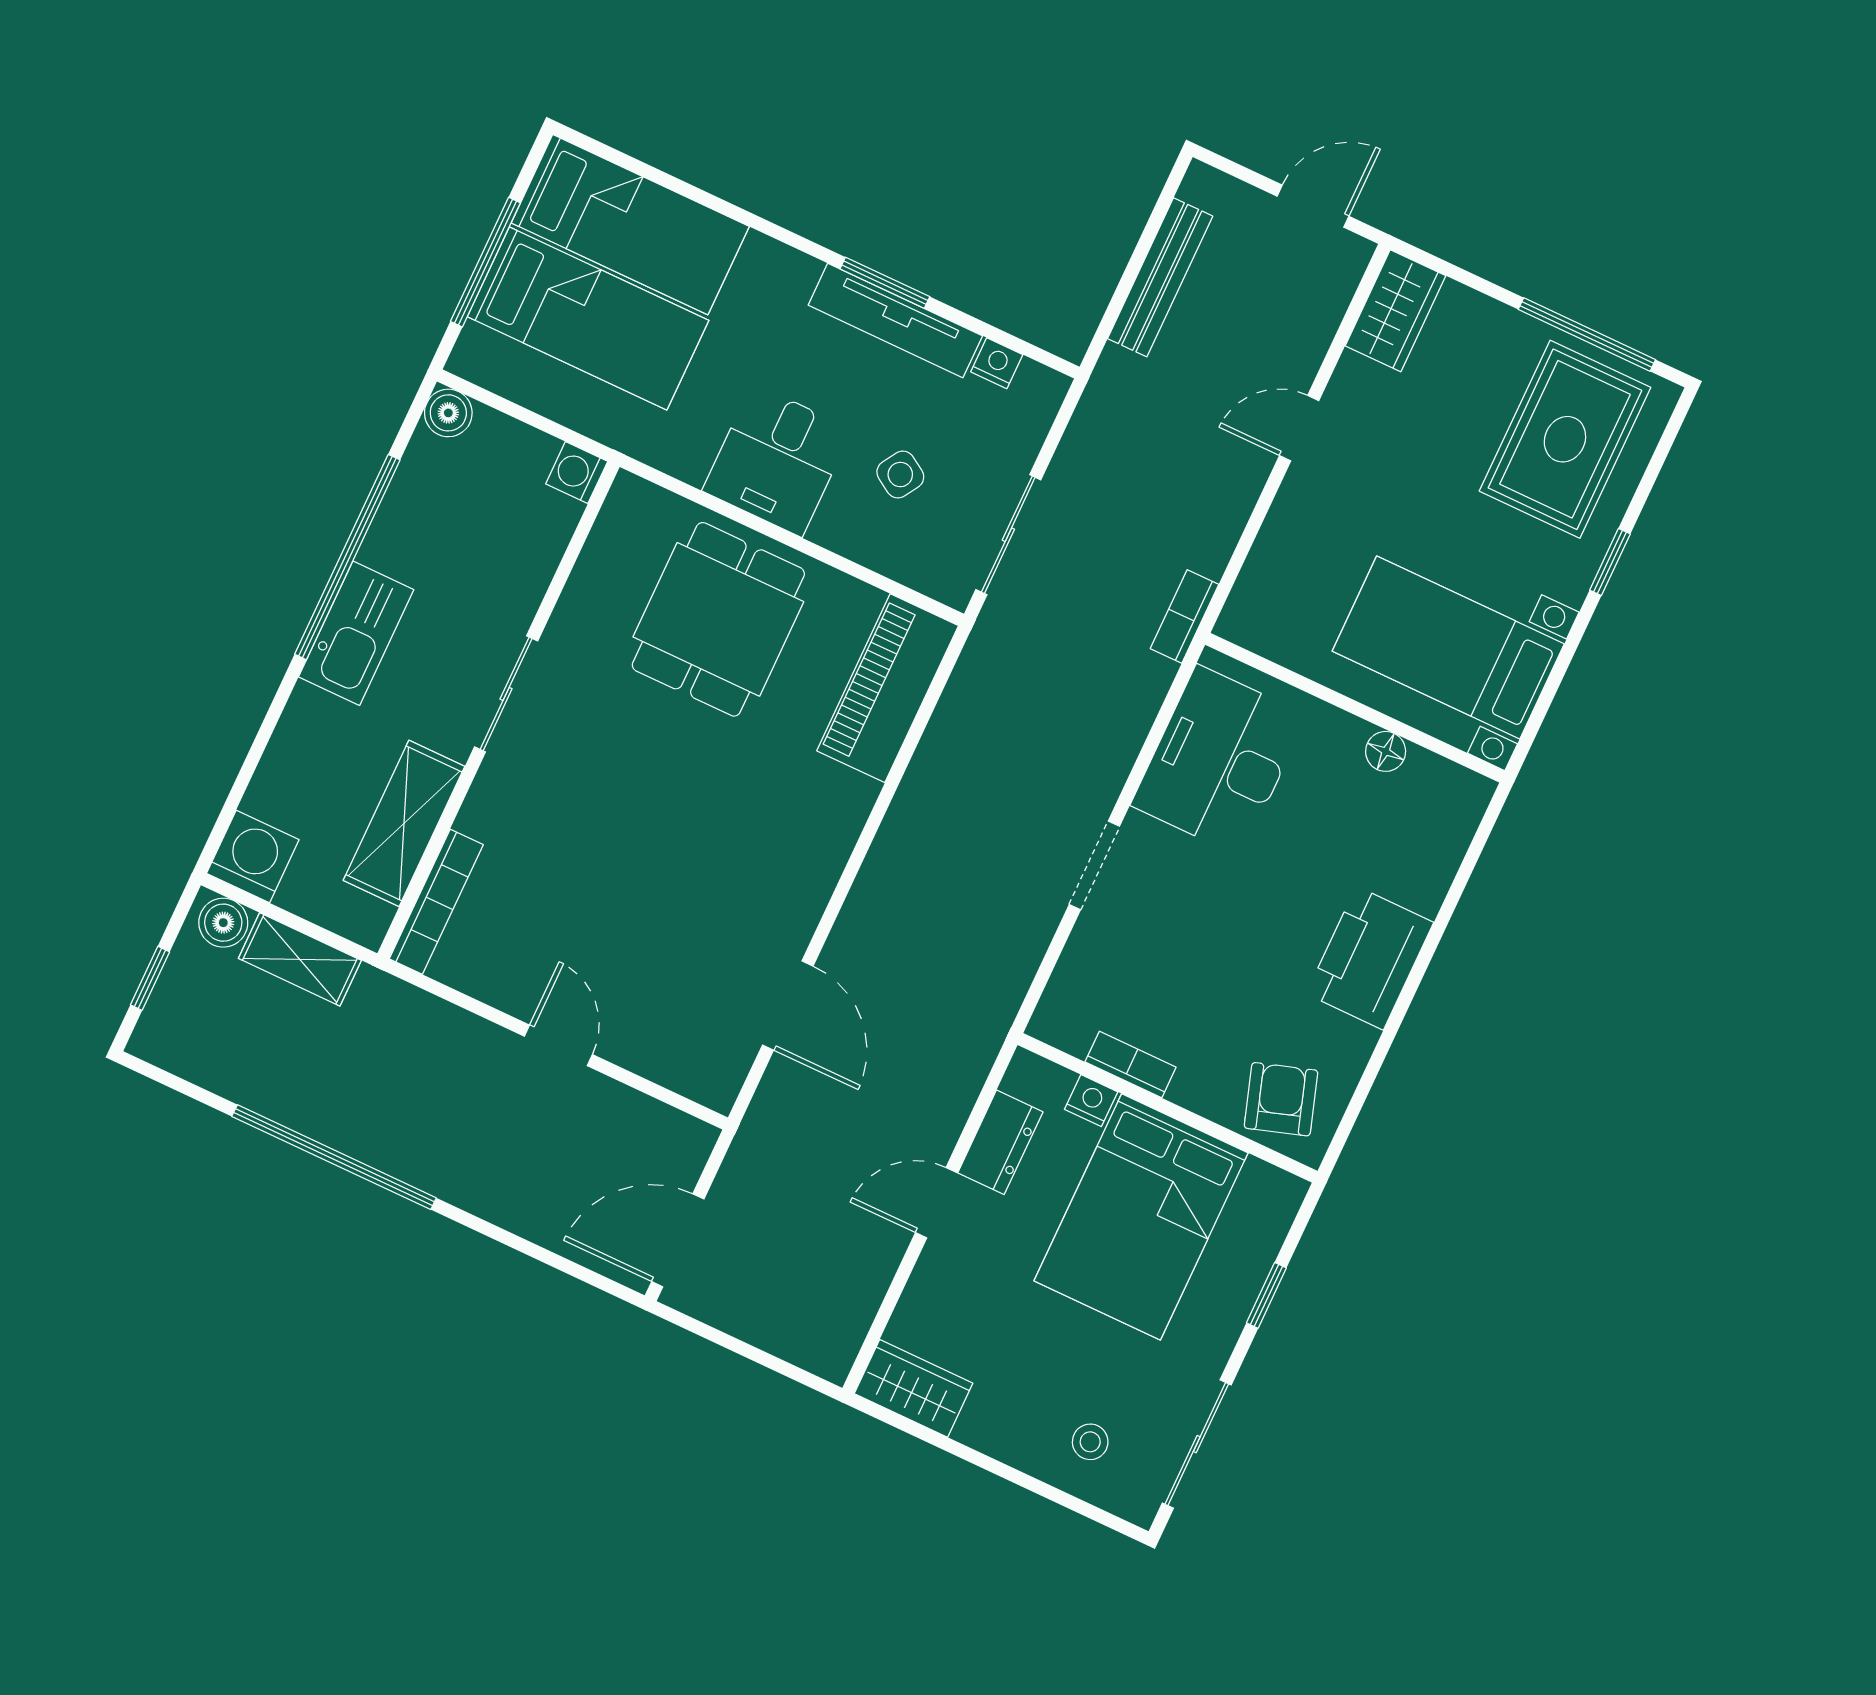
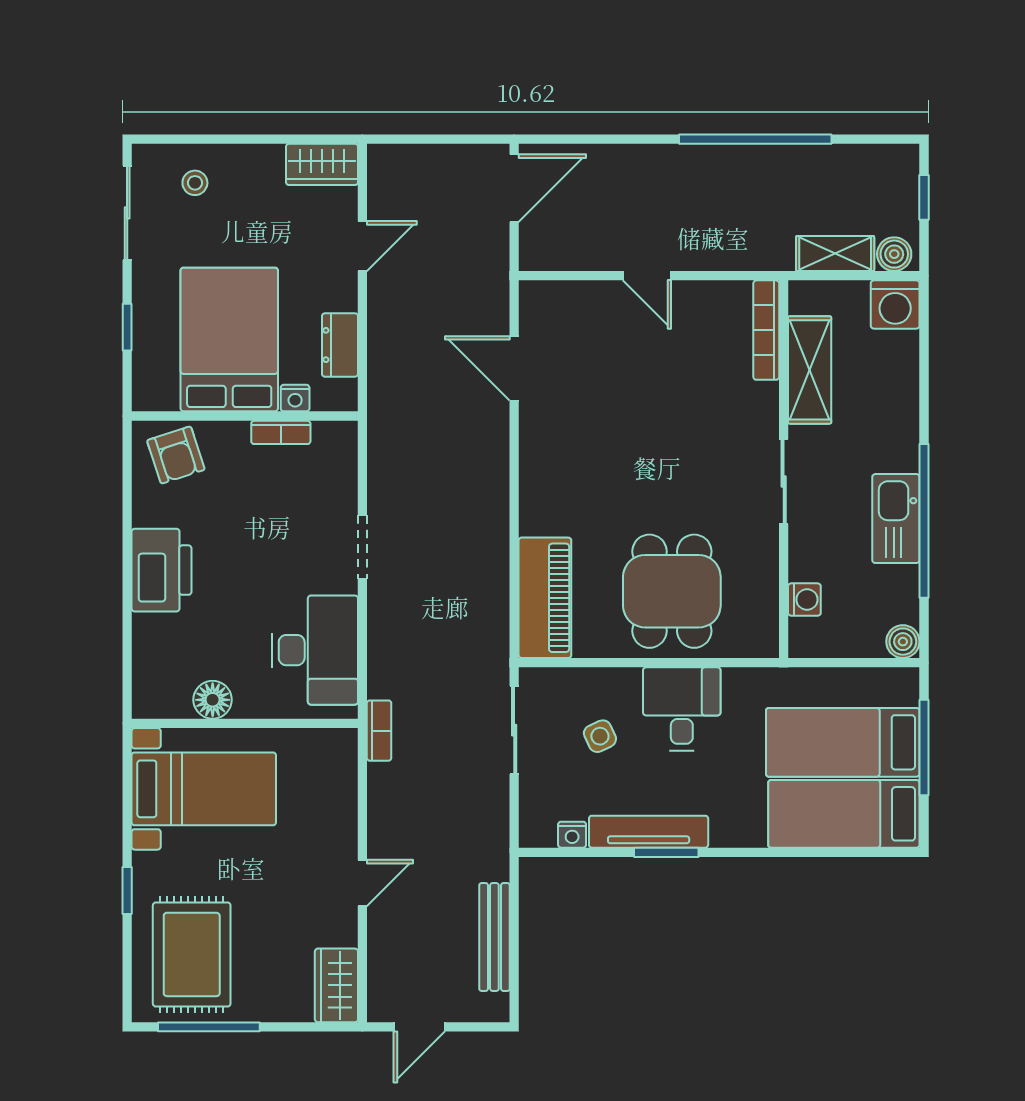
washing machine: (577, 473) -> (804, 600), moved
side table: (900, 475) -> (600, 736), turned 33
kitchen sink: (356, 633) -> (896, 519), moved
floor lamp: (1386, 751) -> (213, 700), width x1.37, depth x1.37
door: (936, 1203) -> (362, 246), moved

